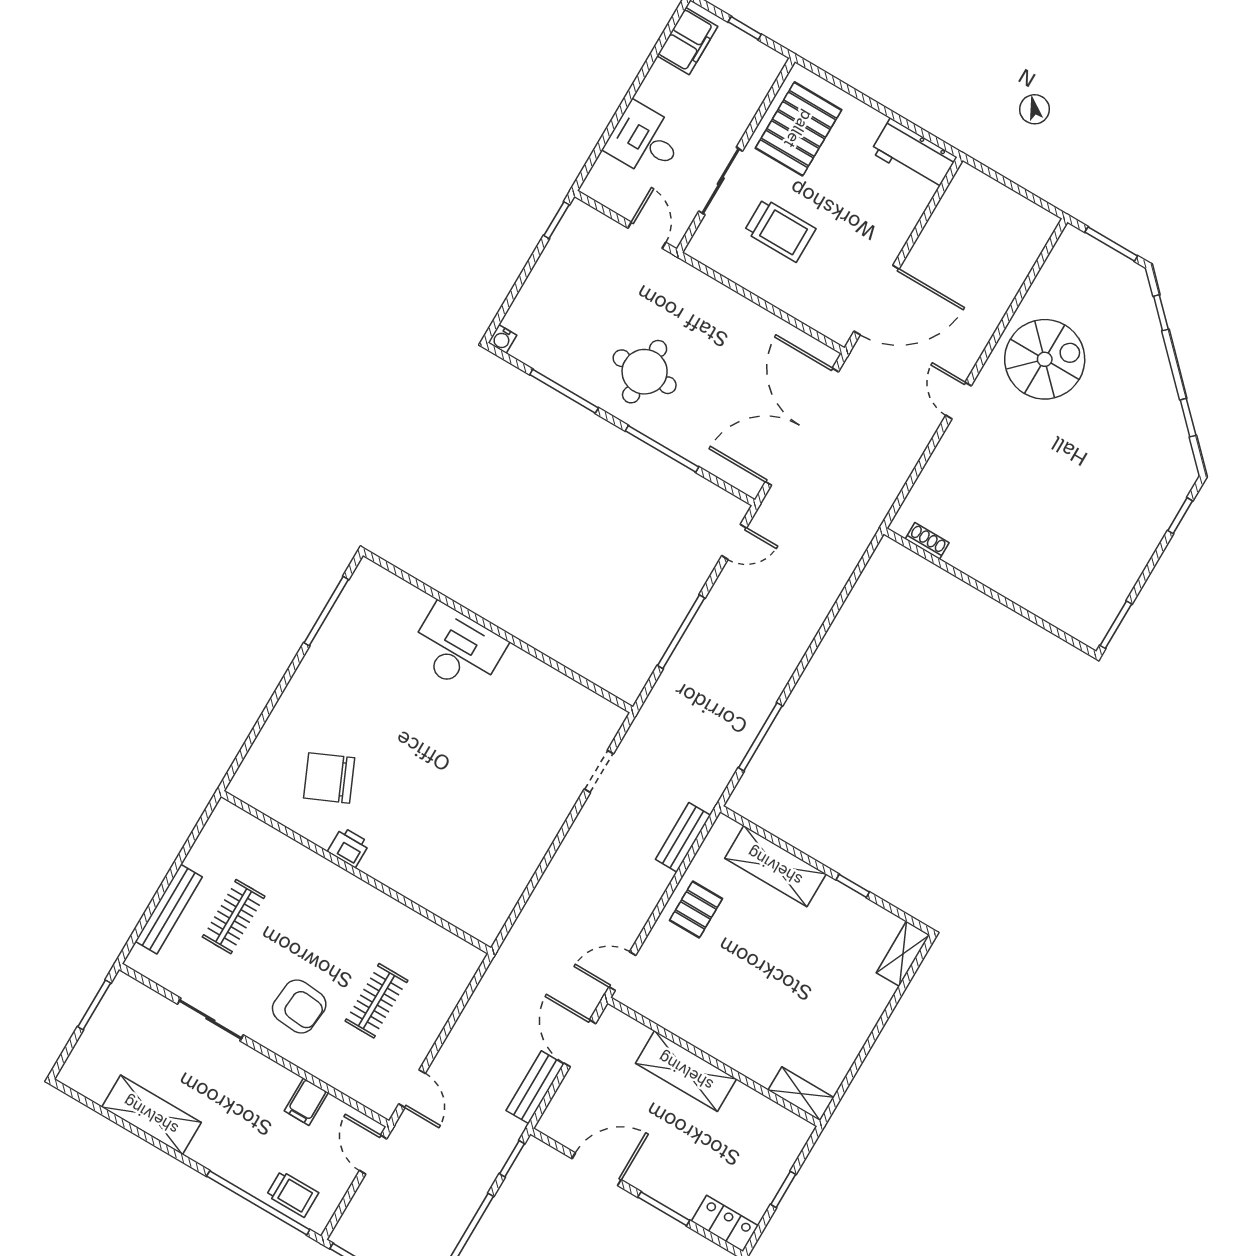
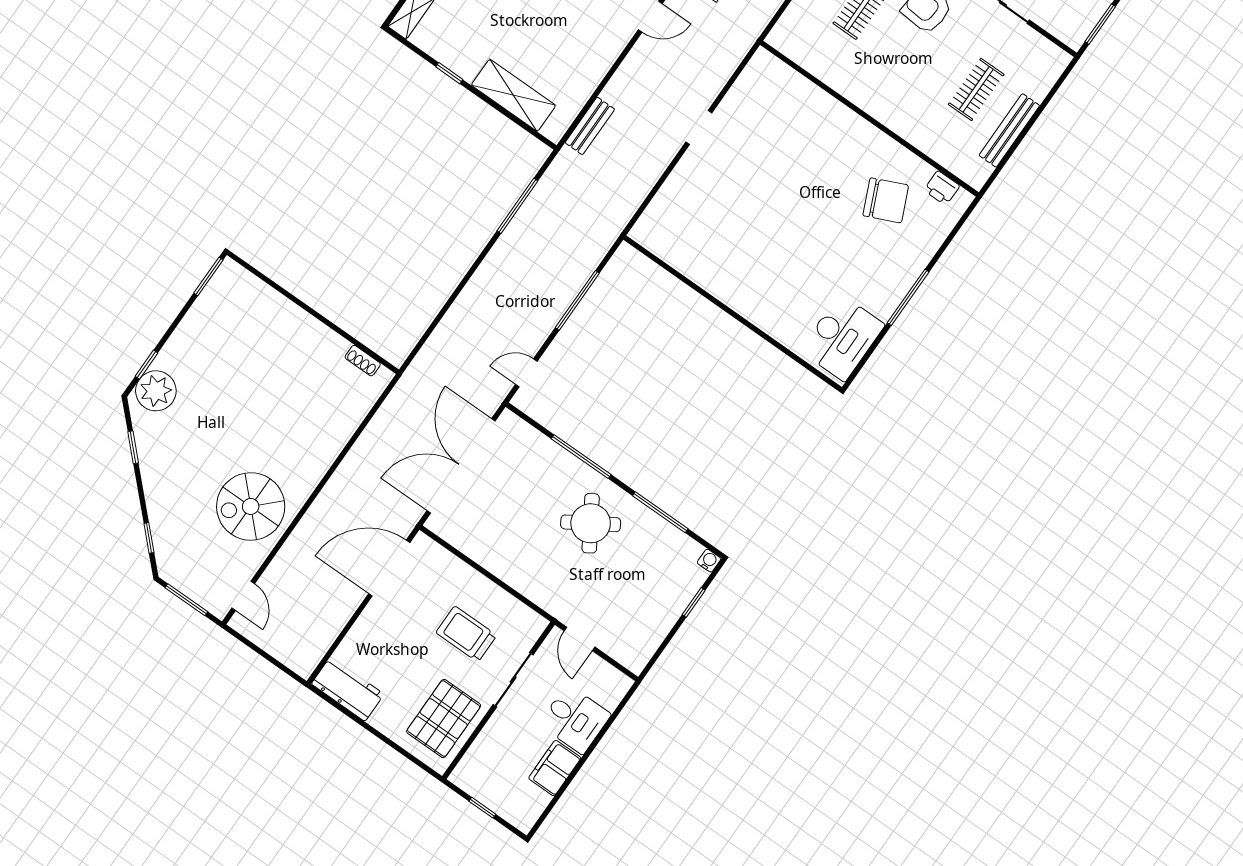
filing cabinet: (687, 41) -> (555, 768), moved
window: (556, 220) -> (694, 602), moved
round table: (645, 372) -> (591, 523), turned -32
door: (959, 401) -> (243, 596), moved
double door: (802, 427) -> (461, 466), swing flipped
plant: (1167, 486) -> (156, 391), added
window: (326, 611) -> (908, 297), moved
desk: (457, 649) -> (842, 338), moved, turned -90
doorway: (599, 771) -> (699, 127), moved
printer: (349, 847) -> (942, 188), moved
bench: (169, 909) -> (1009, 130), moved
pallet: (696, 910) -> (584, 64), removed

